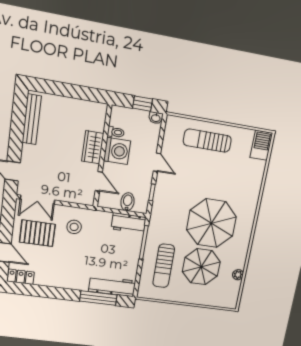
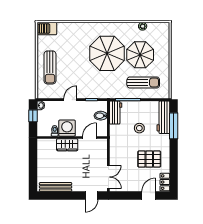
stool: (74, 227) -> (139, 128), moved
pallet: (37, 233) -> (149, 159), moved, turned 90

